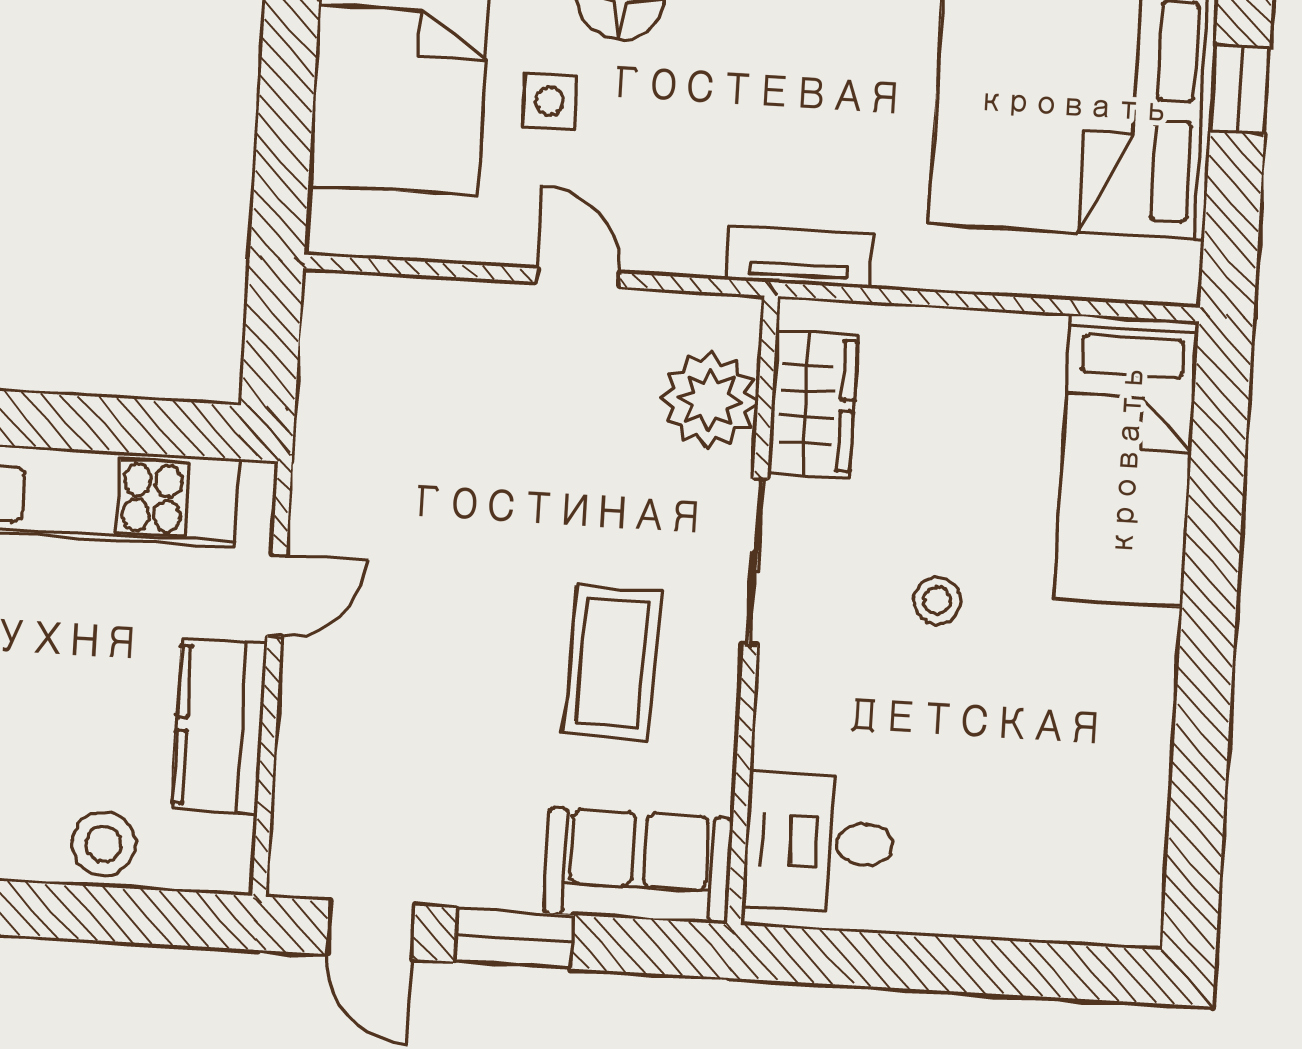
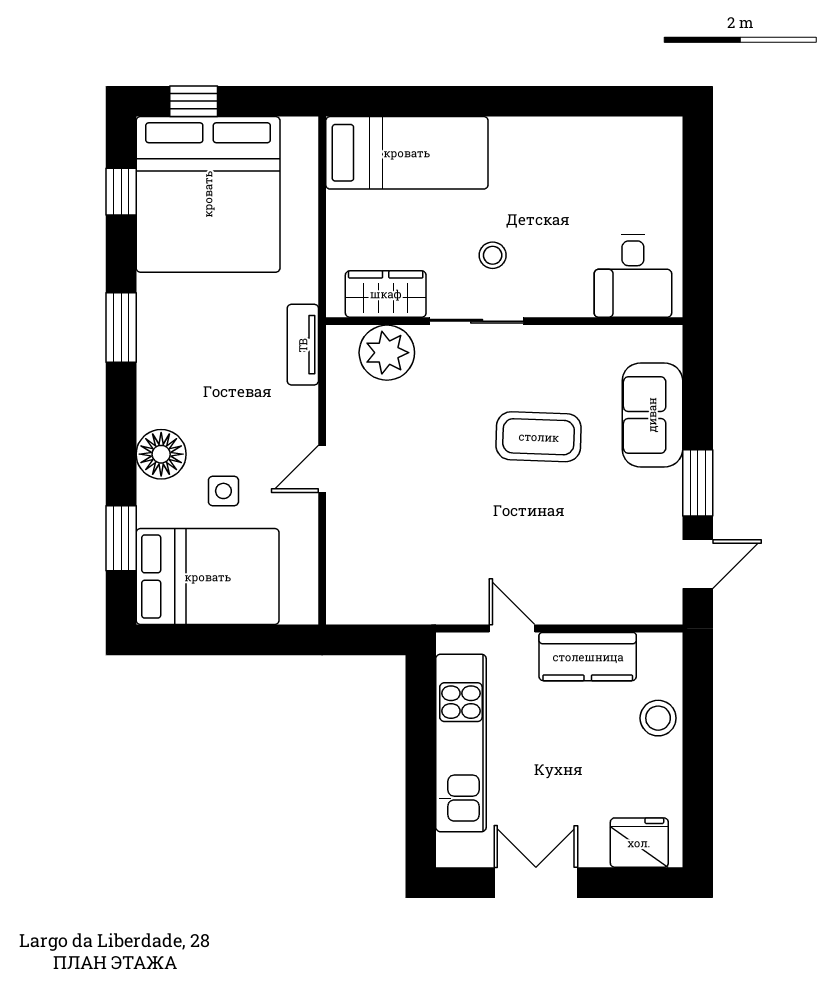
plant: (709, 400) -> (387, 353), moved
wardrobe: (813, 404) -> (386, 294), moved
sliding door: (755, 562) -> (477, 321), moved
wall: (753, 610) -> (504, 321), moved
desk: (819, 842) -> (633, 276), moved

